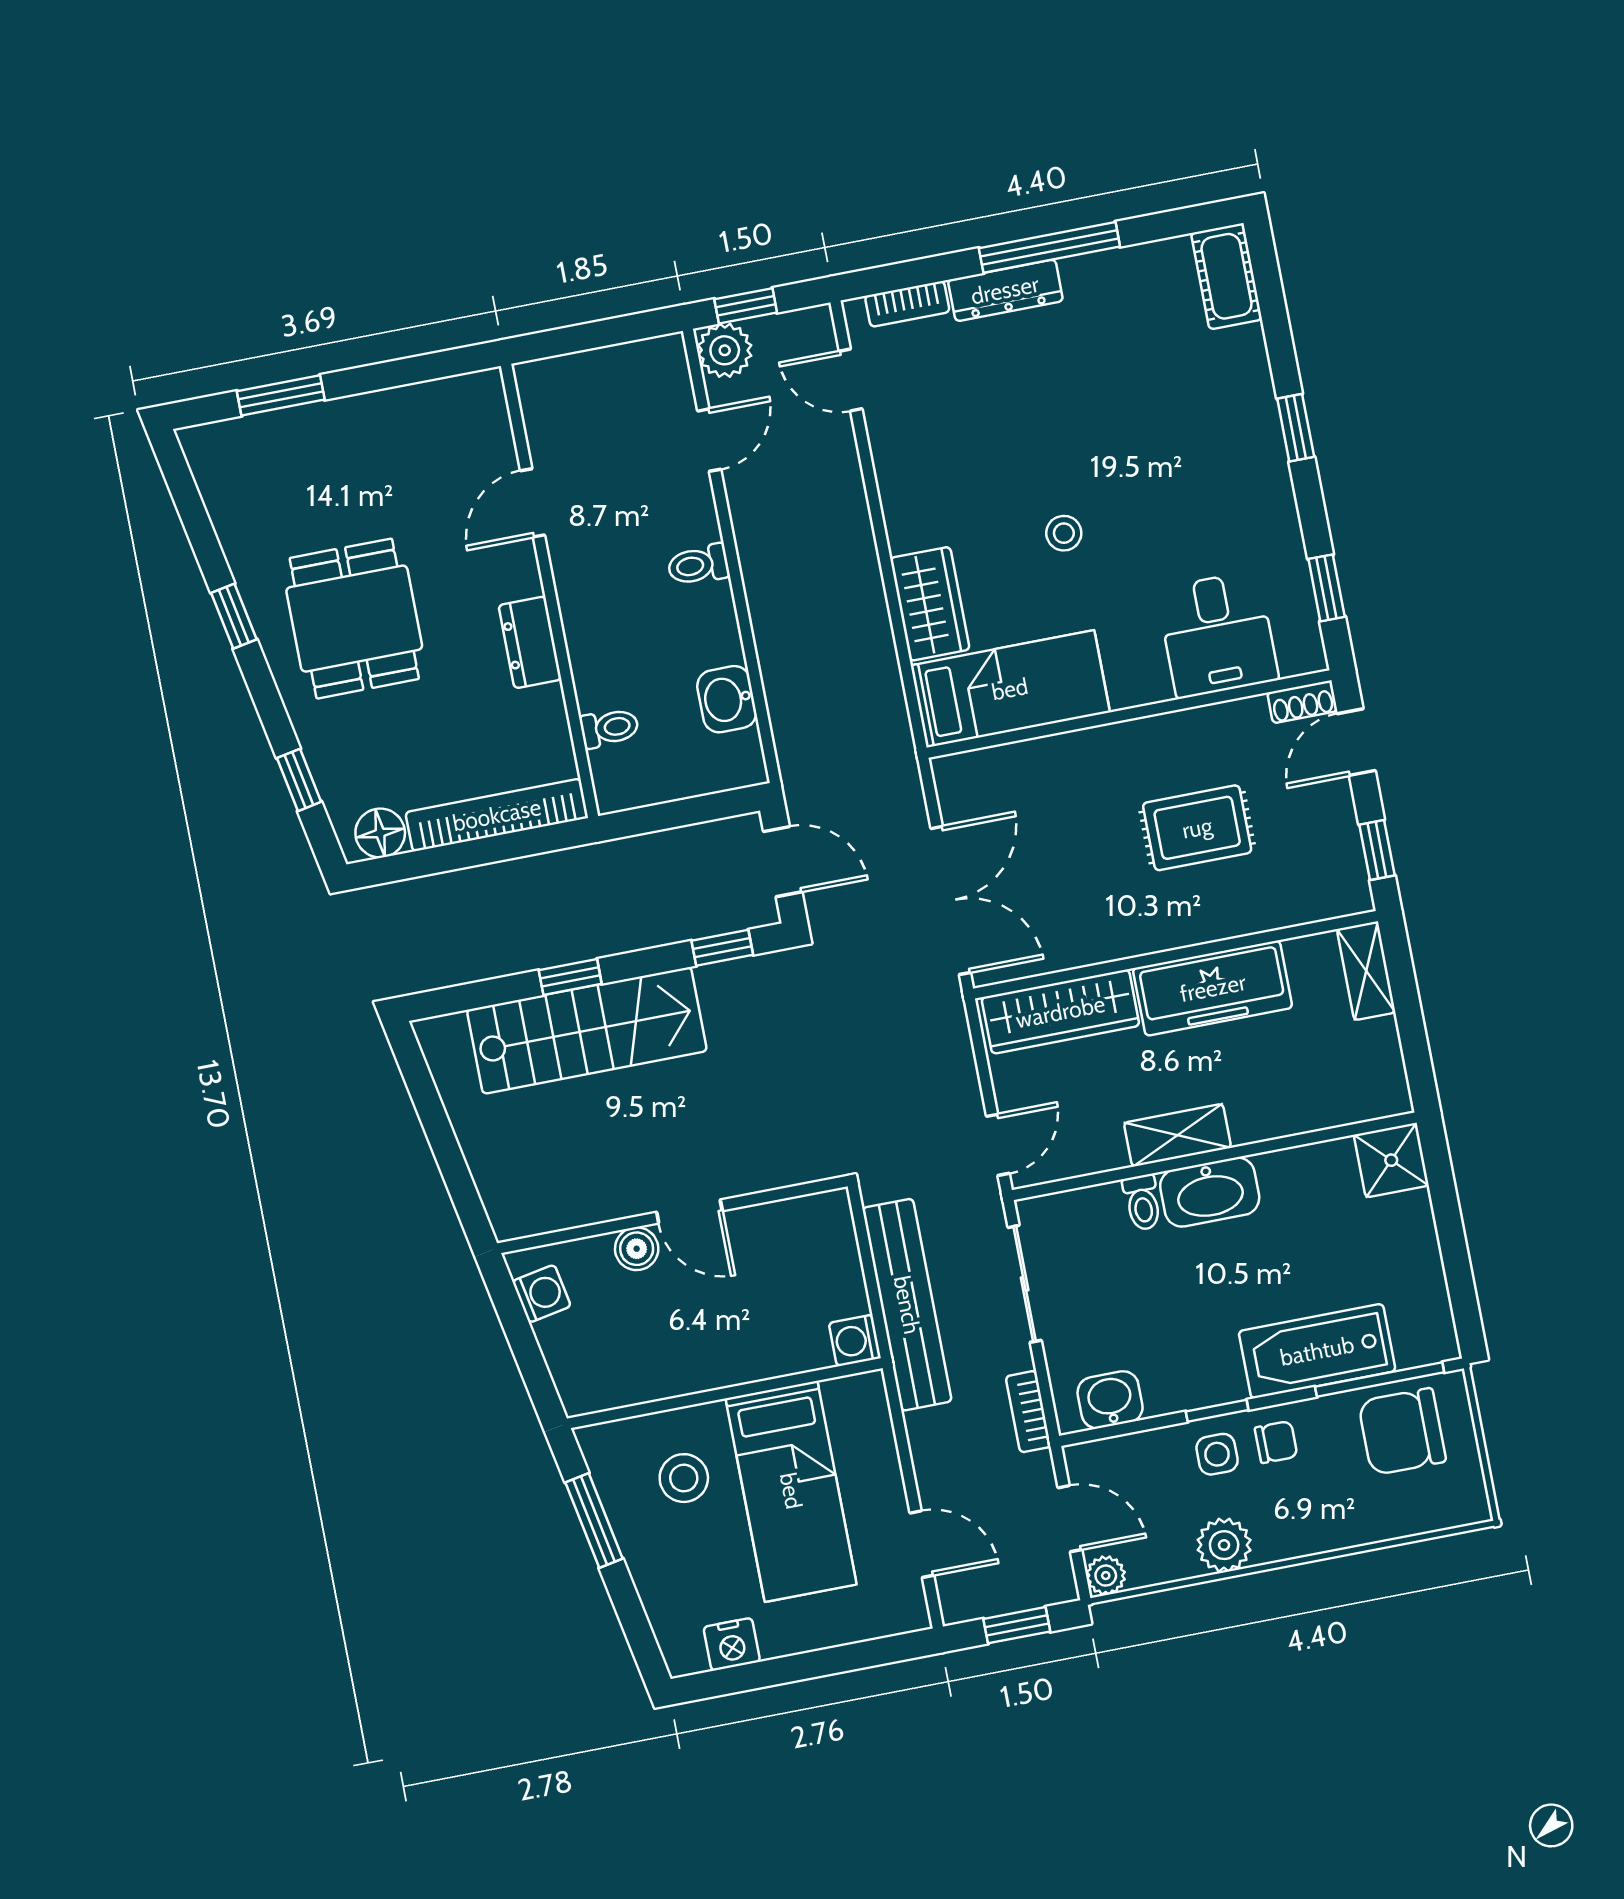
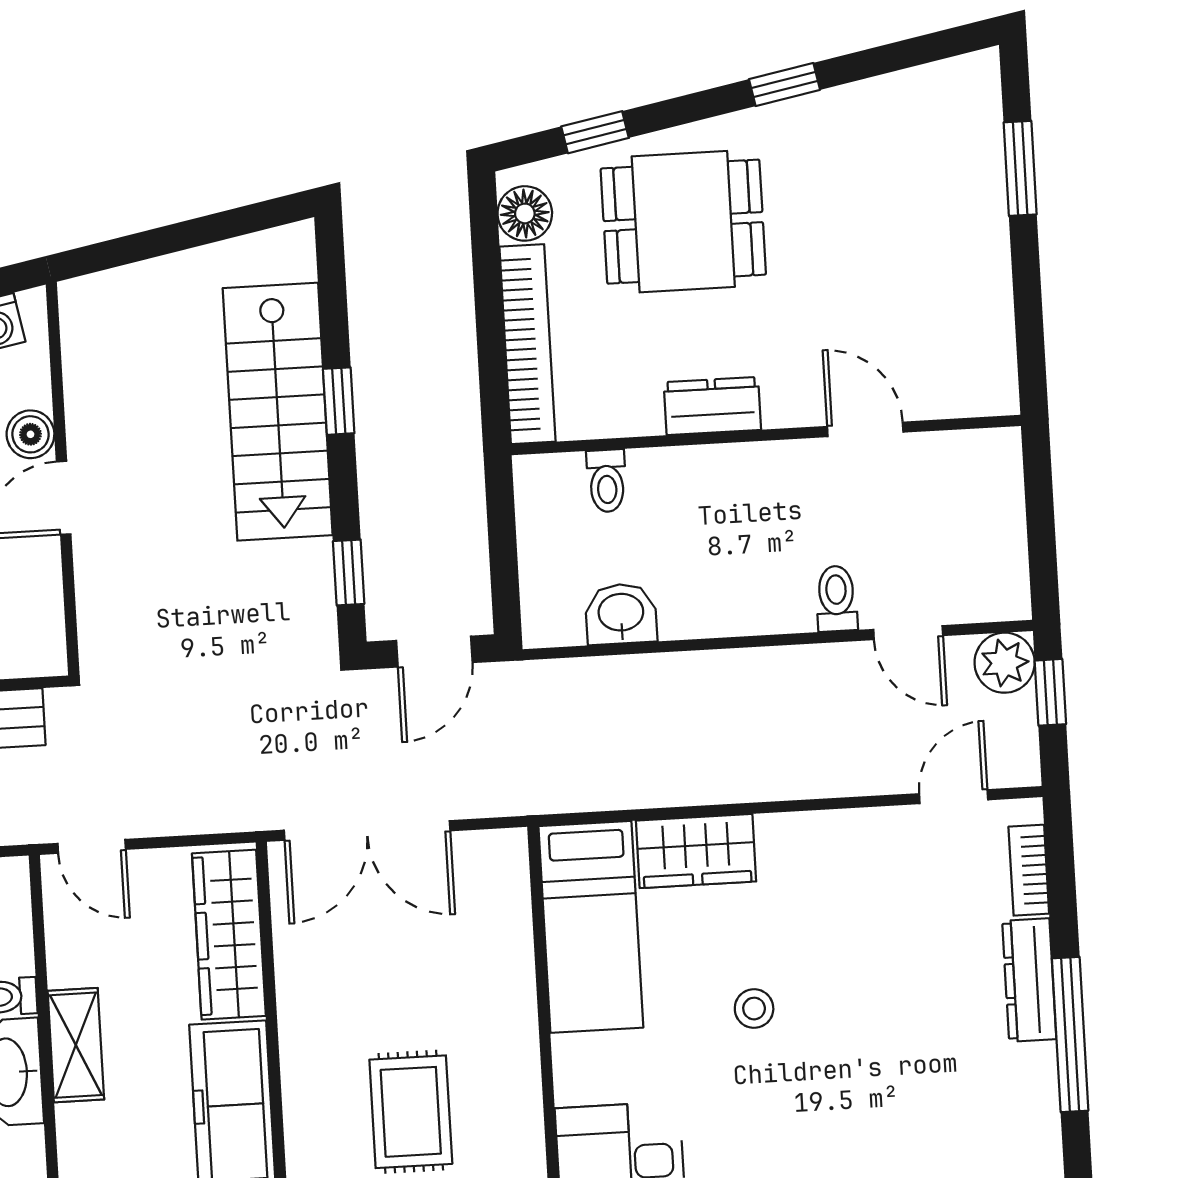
toilet: (698, 565) -> (836, 599), moved
dining table: (354, 619) -> (683, 222), moved

